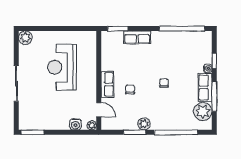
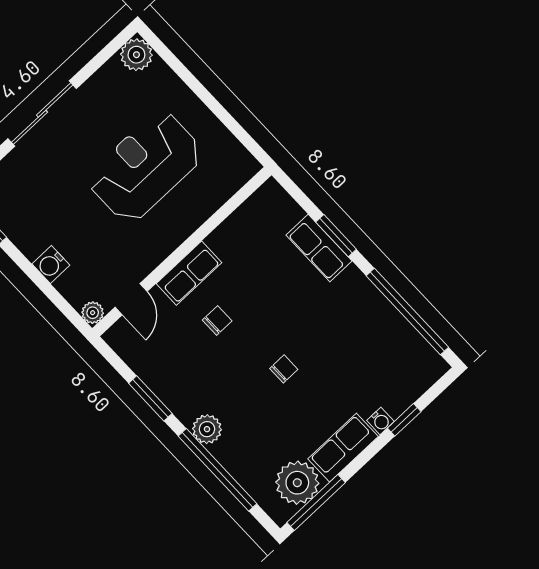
window: (118, 29) -> (336, 236), moved
window: (214, 96) -> (316, 502), moved
water cooler: (75, 124) -> (51, 264), moved
plant: (144, 124) -> (207, 429), moved

